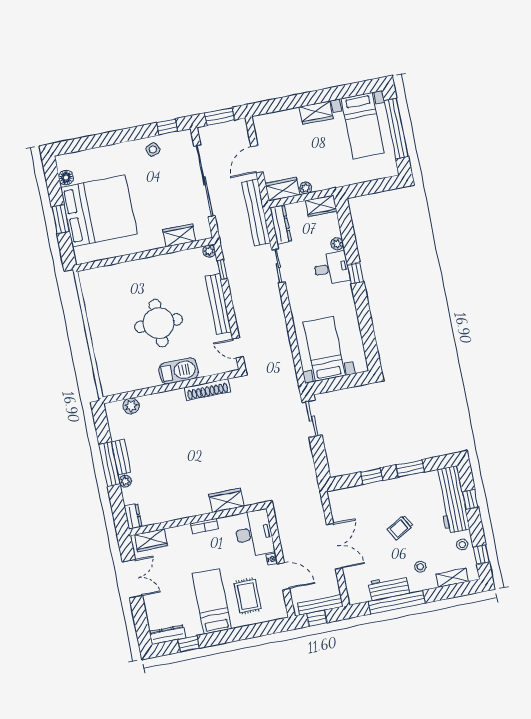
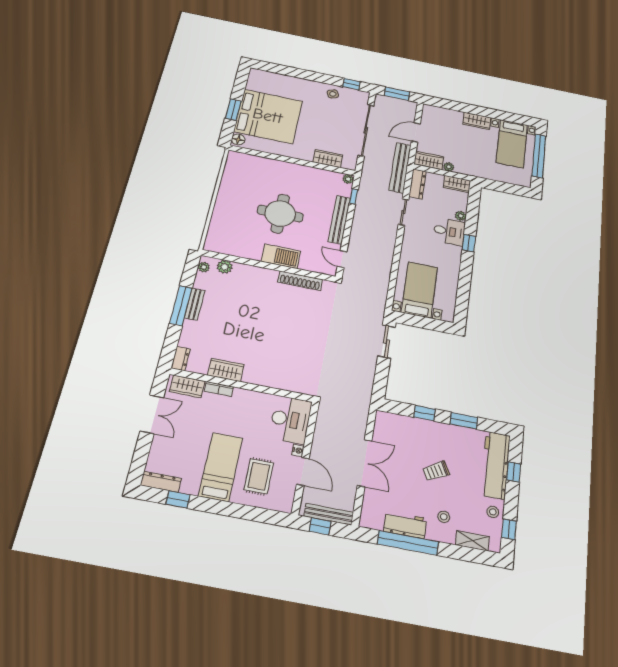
floor lamp: (66, 178) -> (238, 139), moved
plant: (125, 481) -> (204, 267), moved
wardrobe: (226, 500) -> (226, 370), moved
bookcase: (204, 526) -> (219, 389), moved

